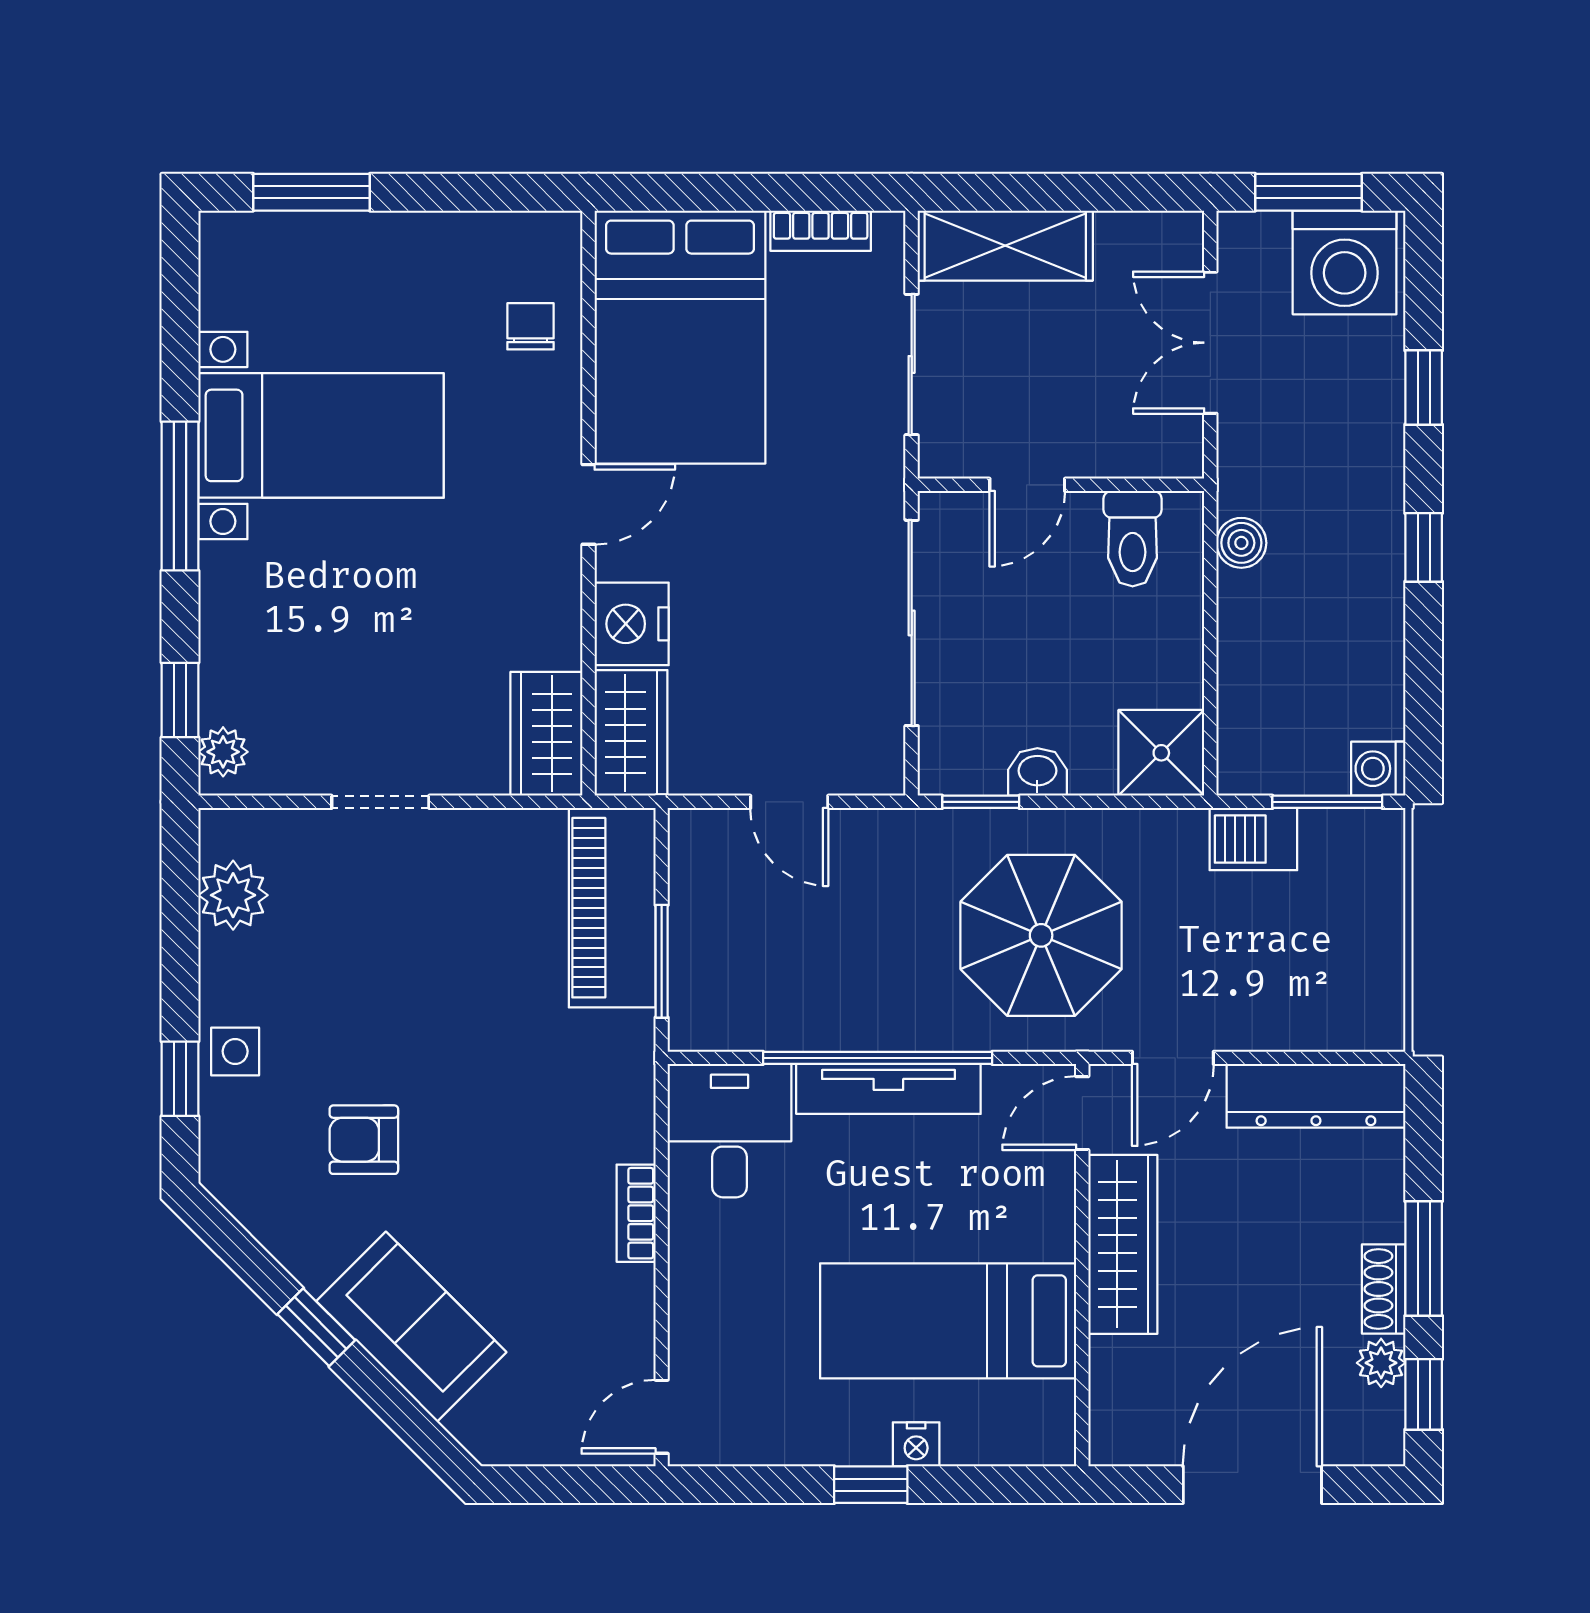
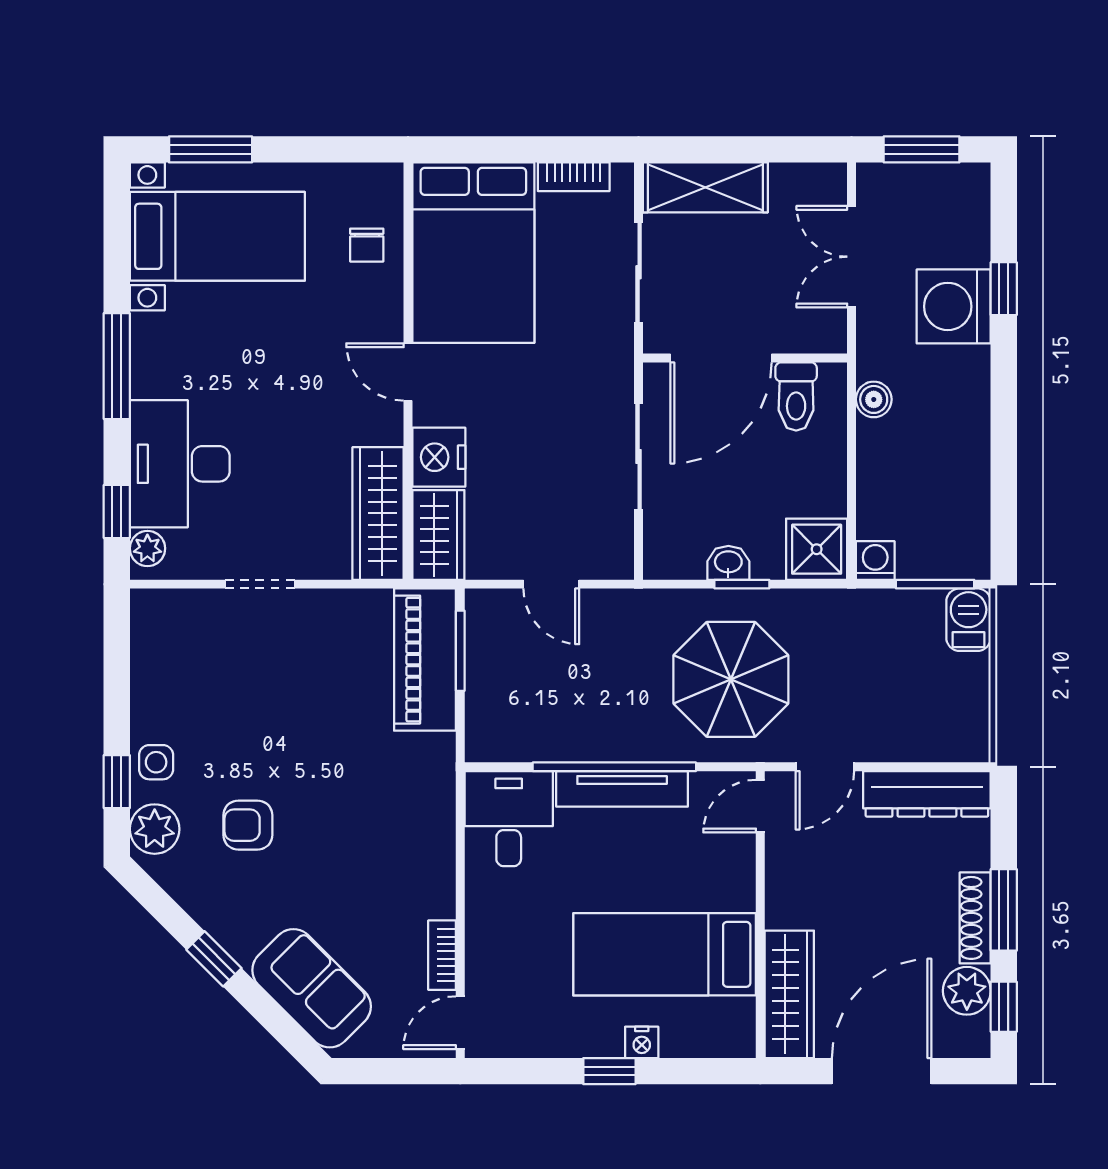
washing machine: (1345, 262) -> (954, 306), moved, turned 90
chair: (531, 326) -> (367, 245), turned 180
bed with nightstands: (321, 435) -> (217, 236), moved
door: (1027, 485) -> (721, 358), width x1.88
door: (588, 504) -> (408, 372), swing flipped
window: (1424, 547) -> (1004, 403), removed
sliding door: (912, 623) -> (639, 457), width x0.73
desk: (268, 633) -> (180, 464), added
wardrobe: (546, 734) -> (378, 513), width x1.50
washing machine: (1378, 769) -> (875, 560), moved, turned 90
window: (981, 802) -> (742, 584), moved
barbecue: (1253, 839) -> (969, 620), moved, turned 90
plant: (233, 895) -> (155, 829), moved
window: (662, 961) -> (460, 651), moved
bookcase: (636, 1213) -> (442, 955), moved
wardrobe: (1123, 1244) -> (789, 994), moved
shoe rack: (1384, 1289) -> (975, 918), width x1.43
sofa: (411, 1327) -> (312, 988), moved
plant: (1381, 1363) -> (967, 991), width x1.38, depth x1.38

